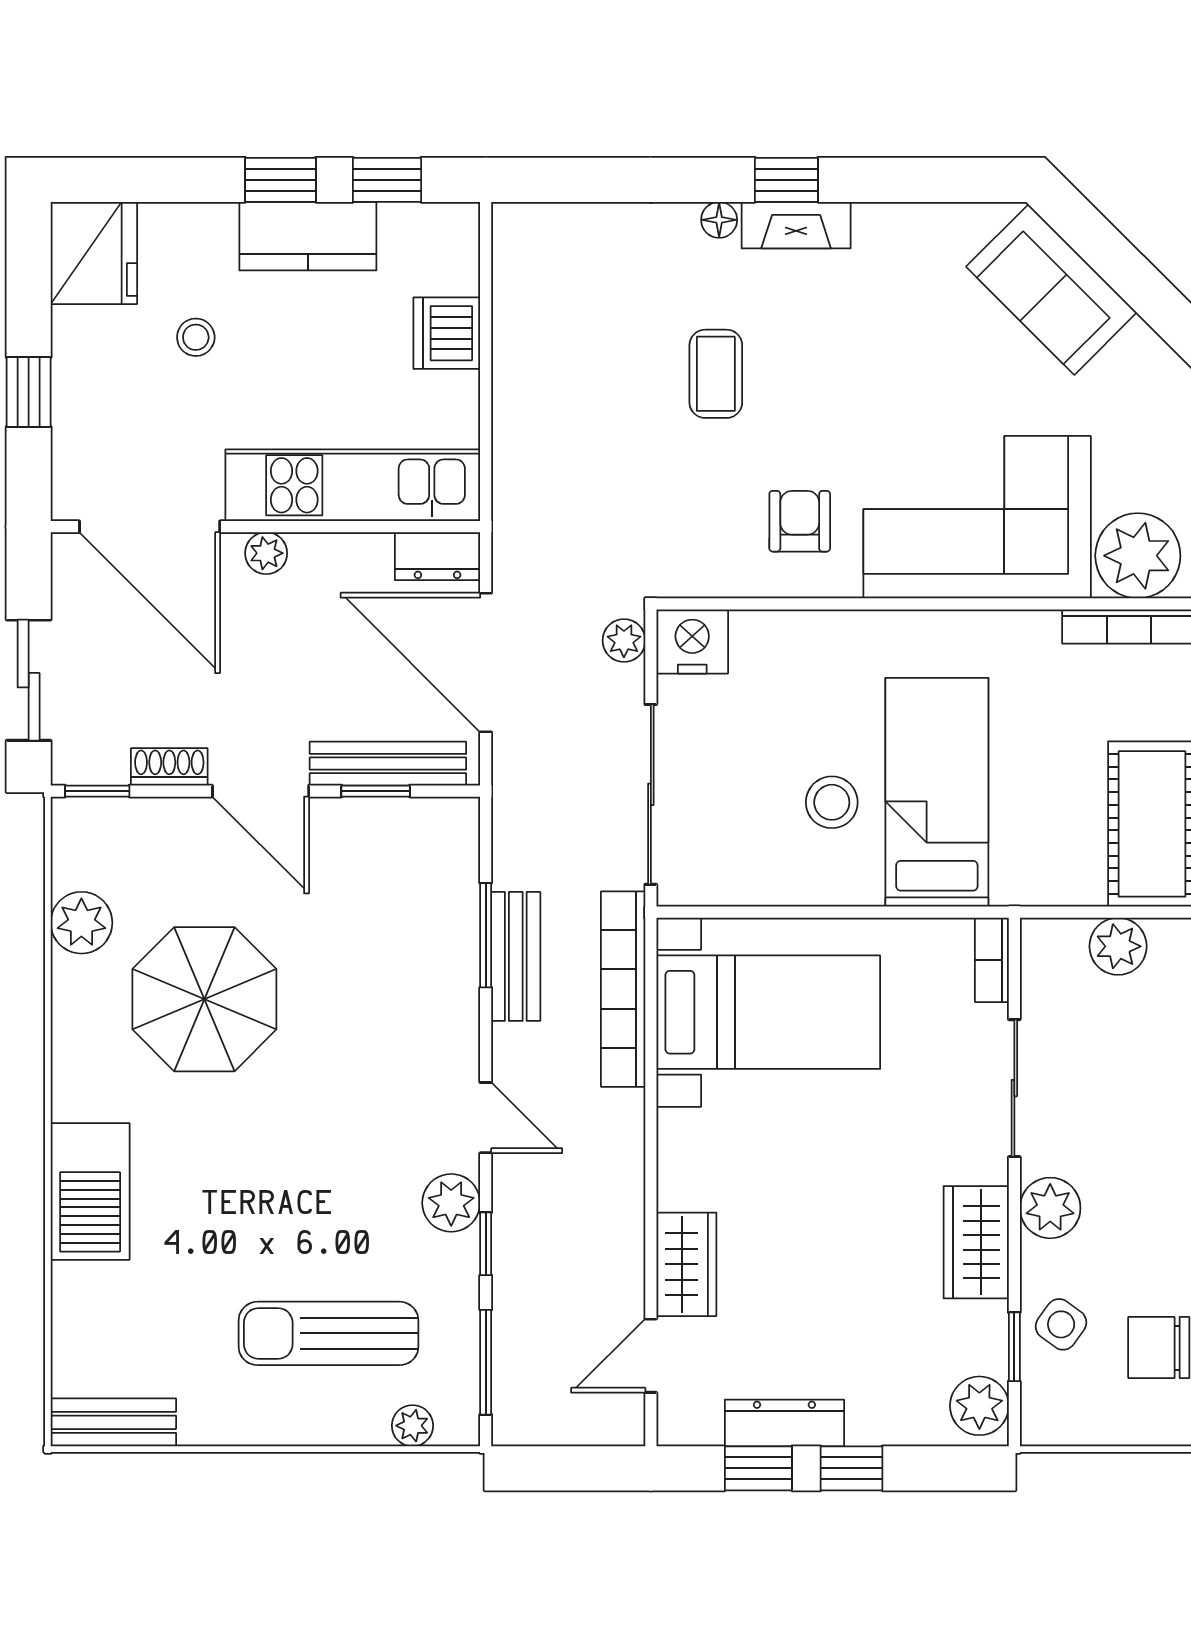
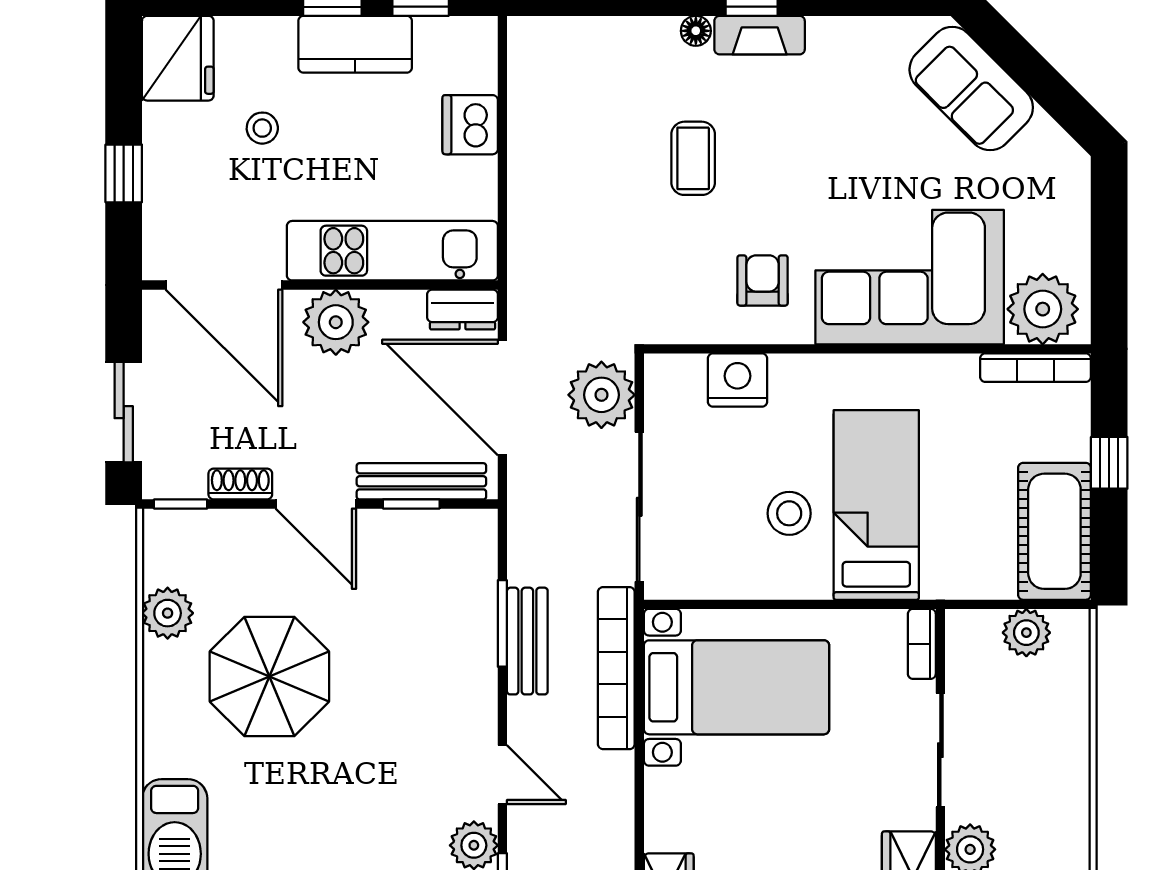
plant: (266, 553) -> (336, 322), width x1.88, depth x1.88
plant: (624, 641) -> (601, 395), width x1.87, depth x1.87
nightstand: (692, 641) -> (737, 380), moved

